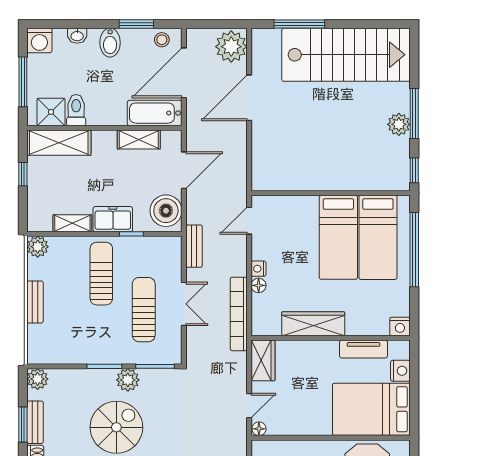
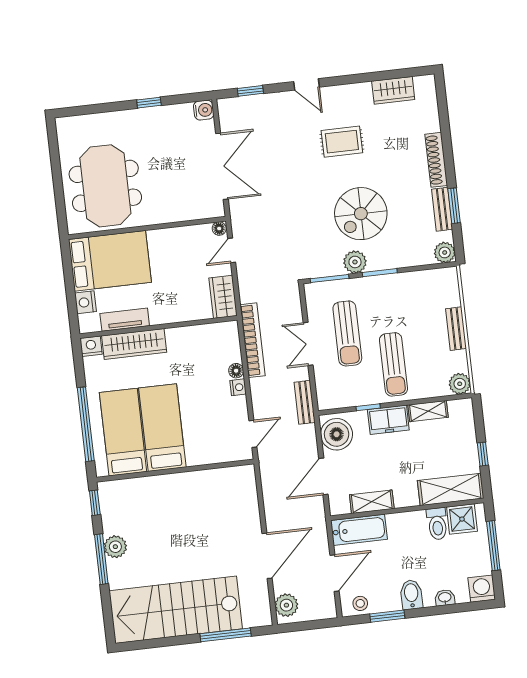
plant: (231, 47) -> (286, 605), width x0.73, depth x0.73
door: (184, 73) -> (335, 573), width x0.73
wardrobe: (313, 324) -> (134, 344), moved

